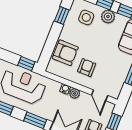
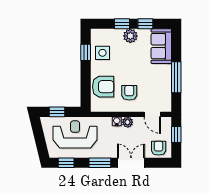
side table: (86, 17) -> (102, 53), moved
window: (26, 64) -> (57, 112), moved

